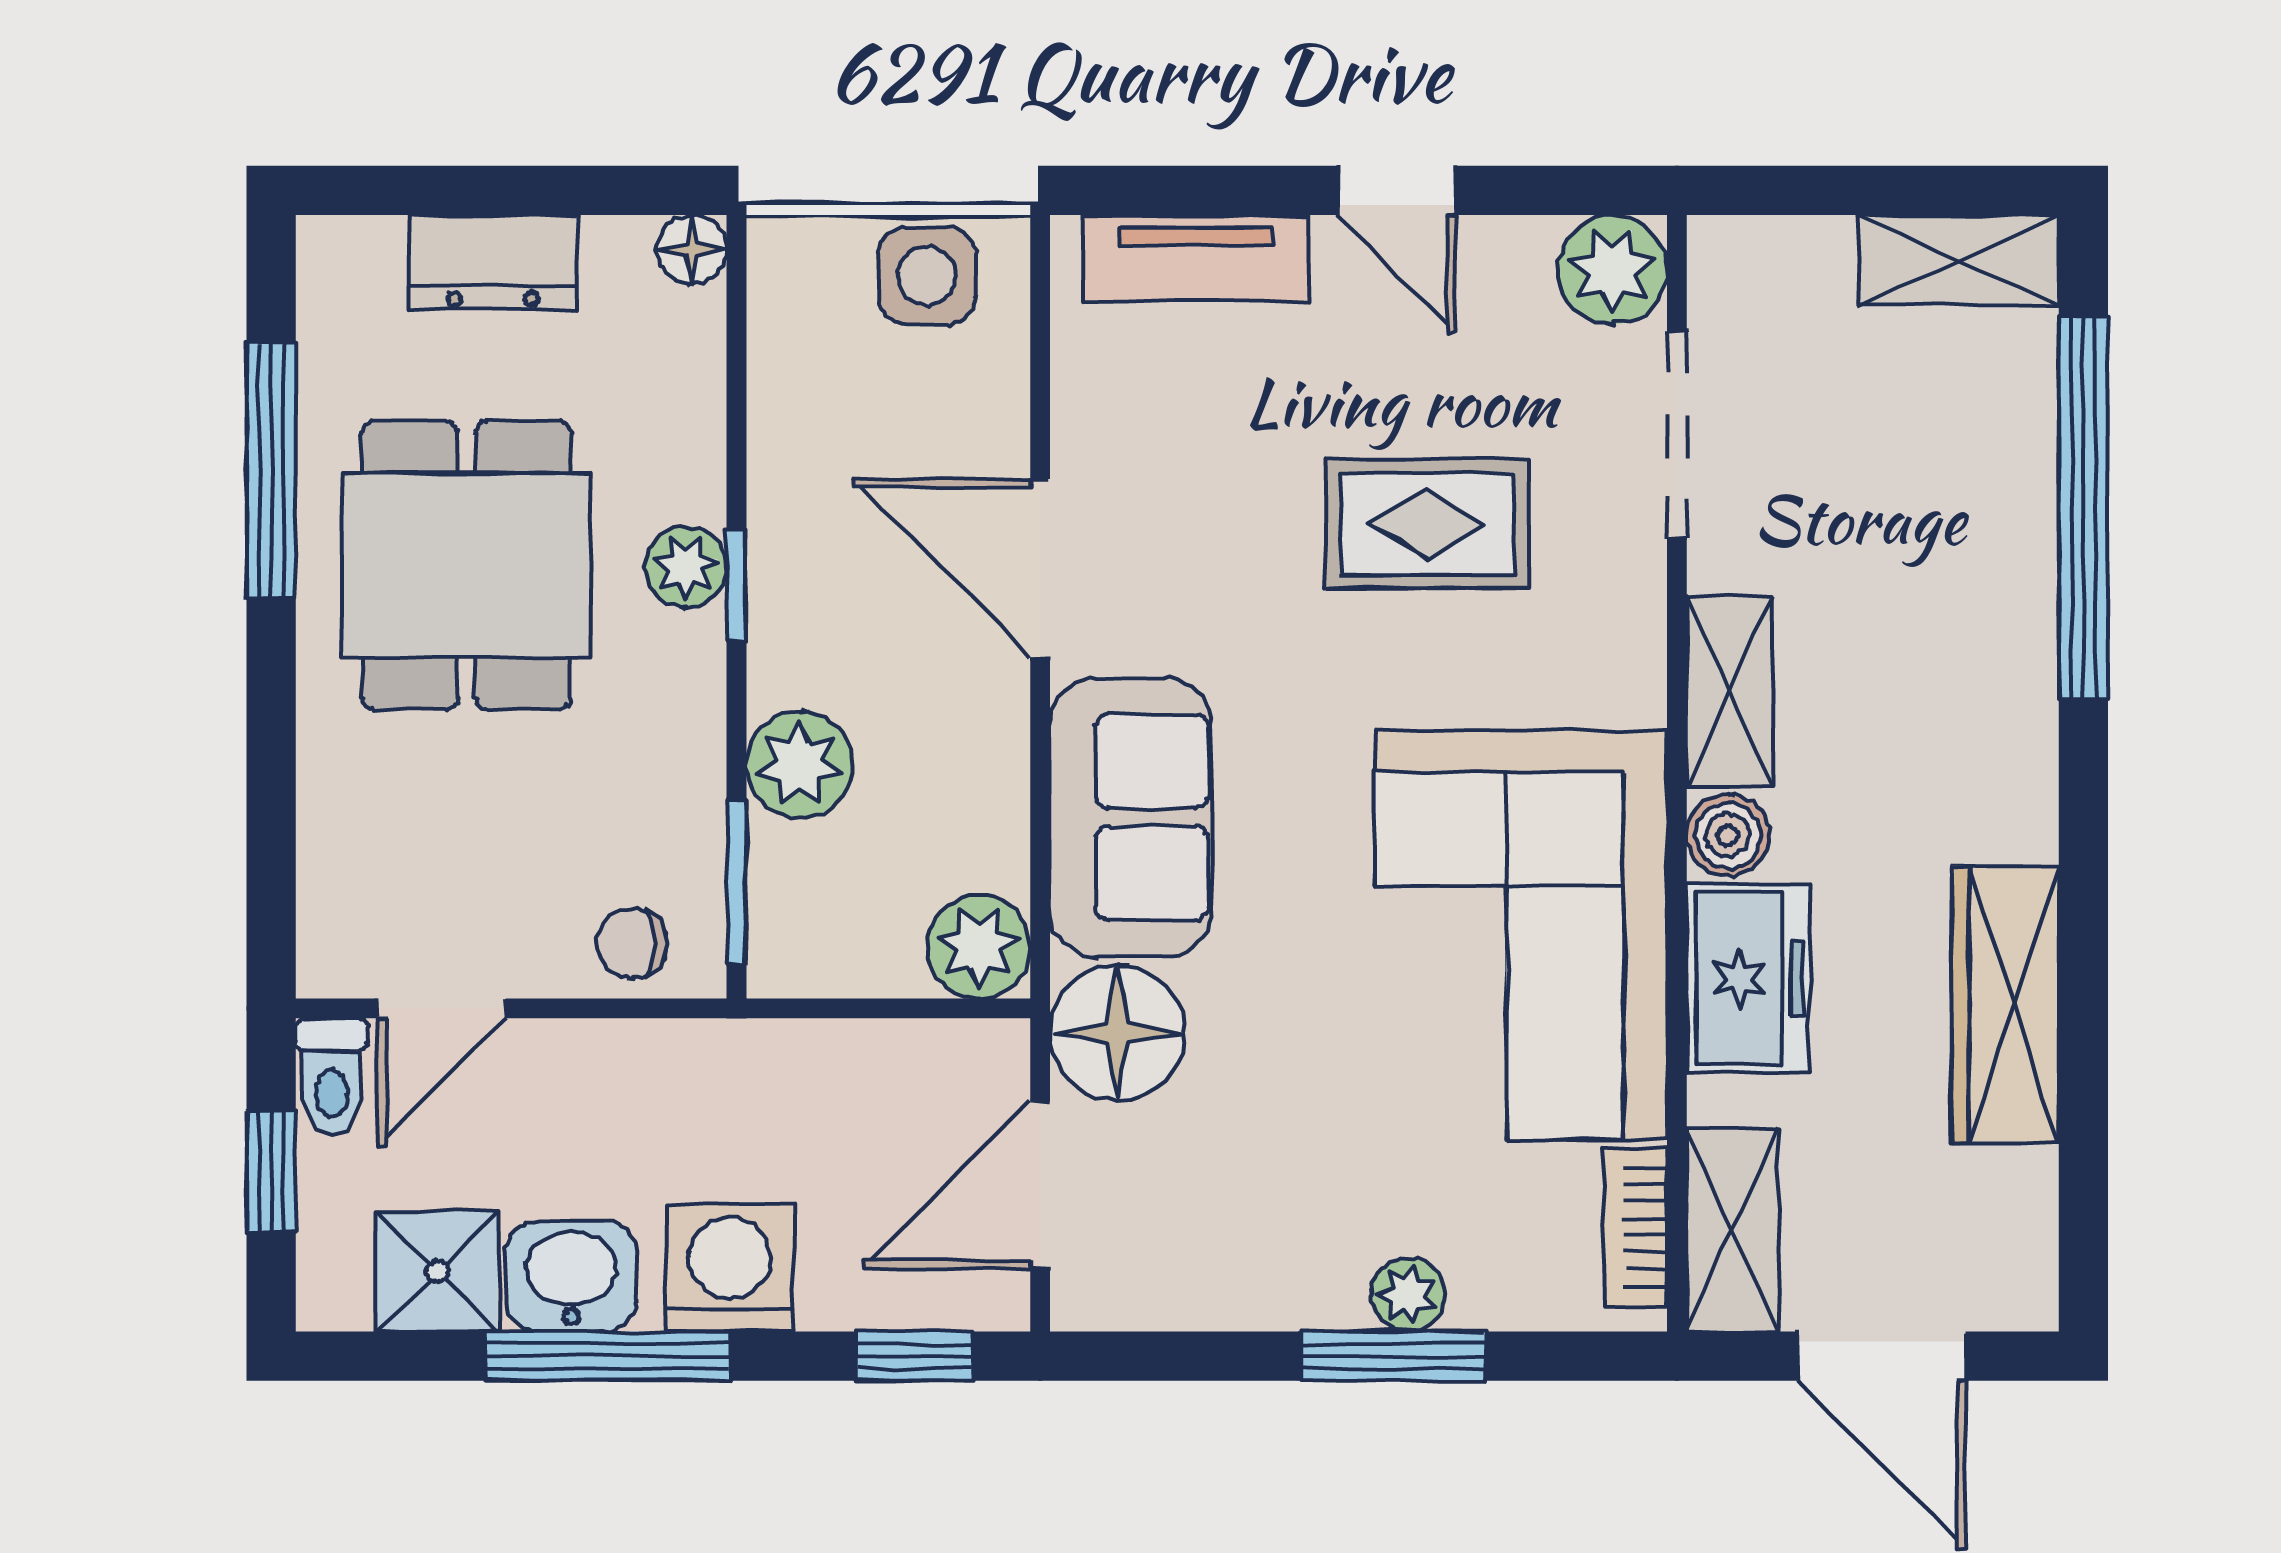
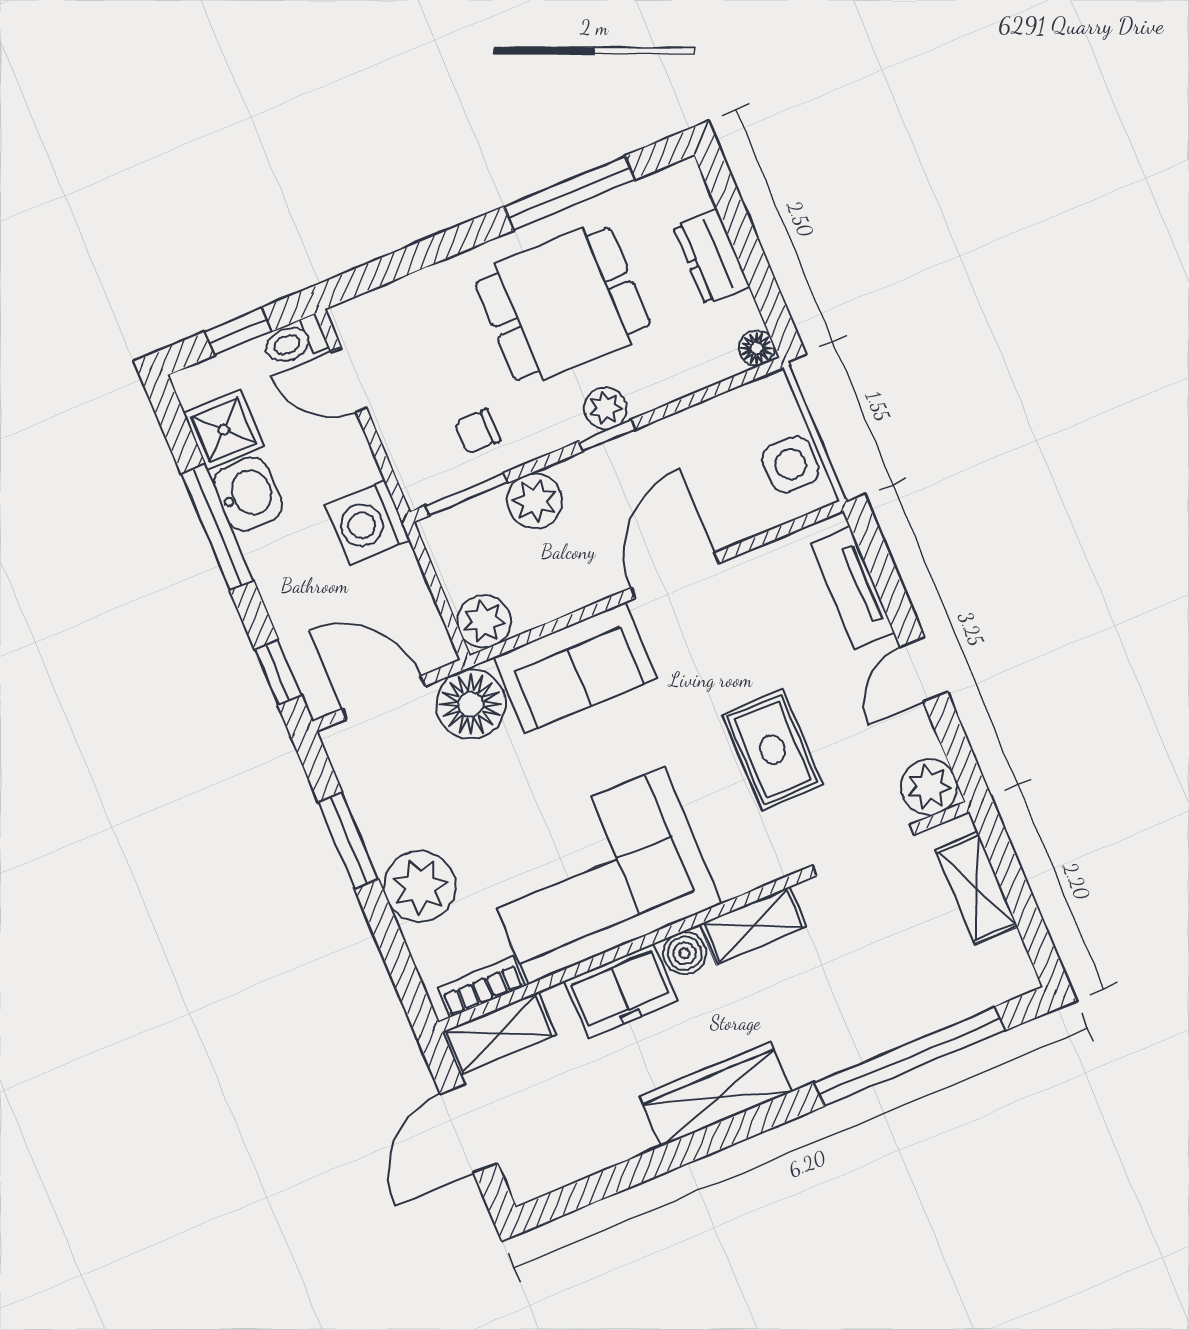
shelving: (1959, 260) -> (977, 888), moved
chair: (632, 944) -> (477, 432), moved, turned -90
wardrobe: (2005, 1004) -> (716, 1094), moved
washing machine: (729, 1268) -> (368, 523), moved, turned 180
plant: (1408, 1295) -> (420, 886), width x1.88, depth x1.88
window: (1393, 1356) -> (348, 840), moved

